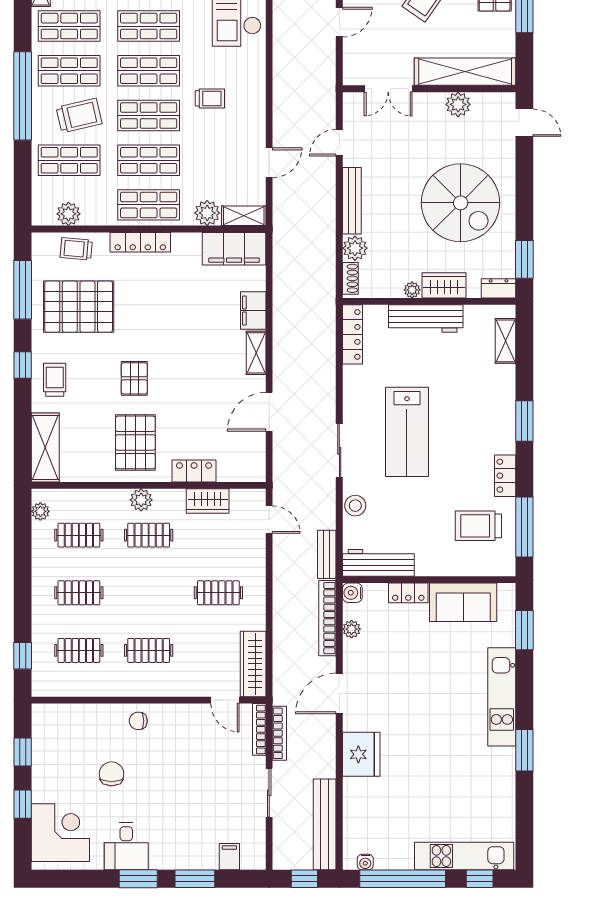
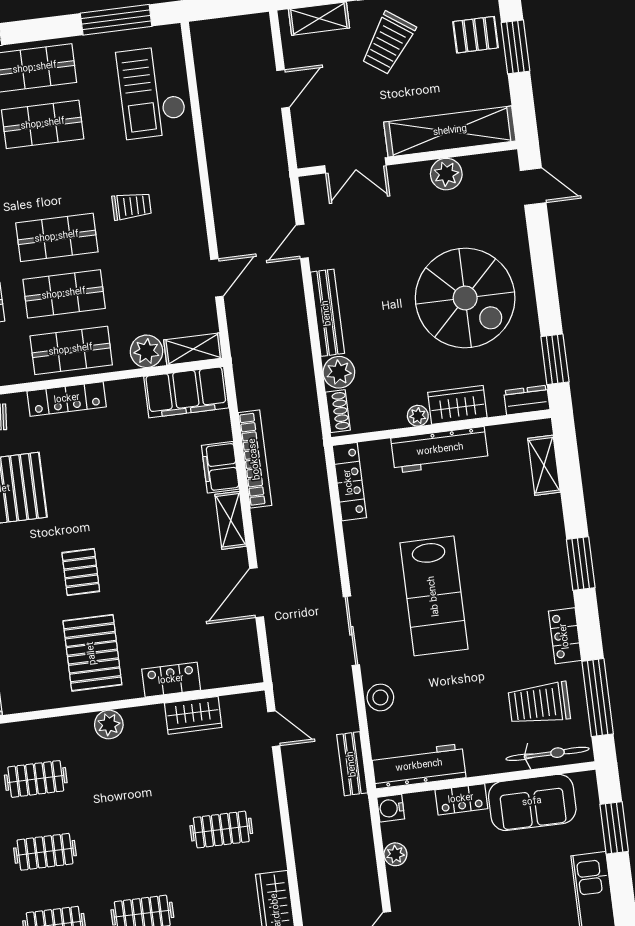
shop shelf: (149, 71) -> (50, 181), removed
clothes rail: (149, 535) -> (124, 768), removed
bicycle: (480, 566) -> (547, 754), added
bookcase: (327, 618) -> (255, 459), moved, turned 180

